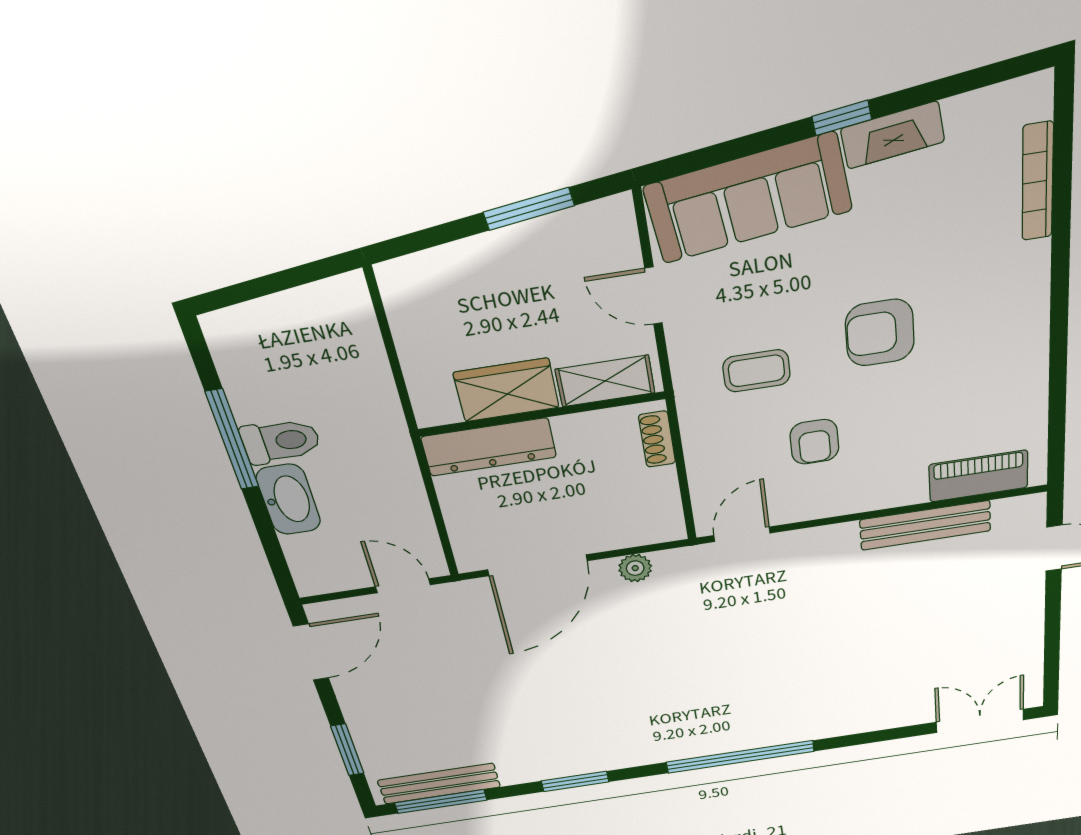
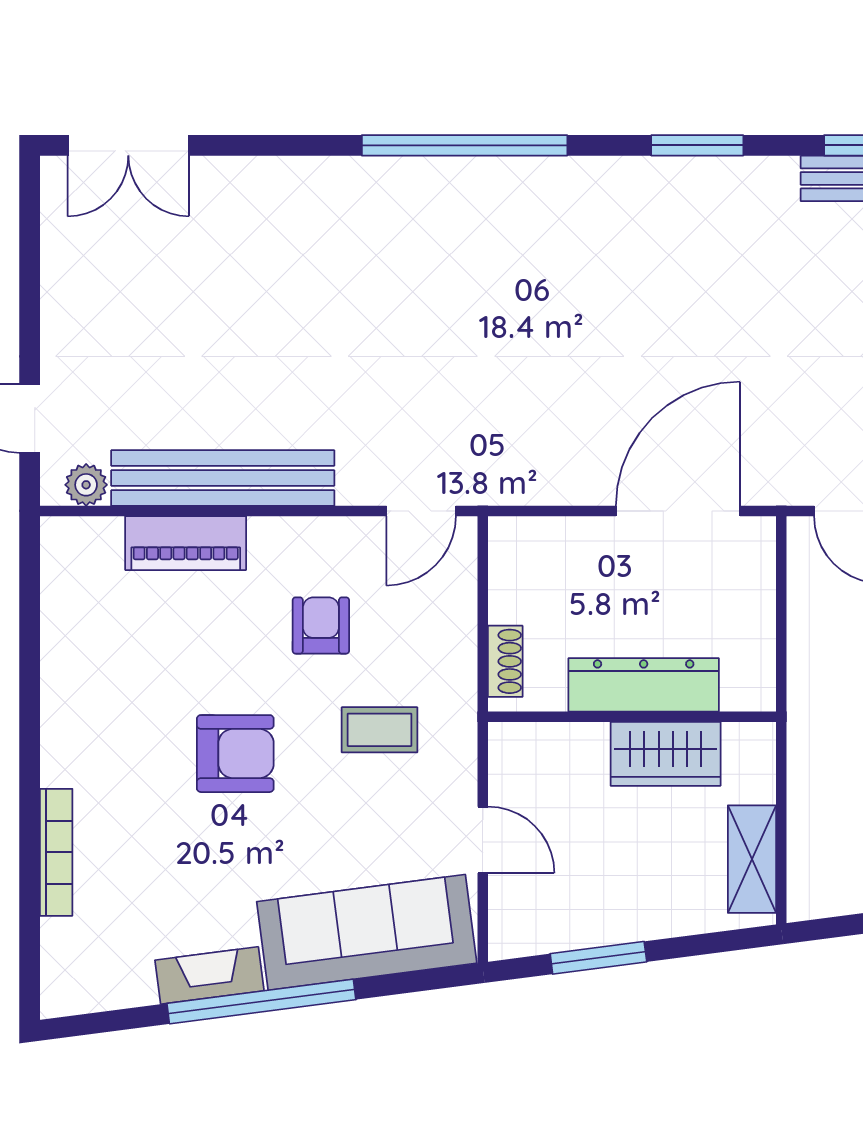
window: (842, 118) -> (261, 1002), width x3.17
bookcase: (1038, 182) -> (56, 852), moved
shelving: (605, 381) -> (752, 859), moved, turned 90
dresser: (489, 447) -> (644, 685), moved
piano: (978, 476) -> (186, 543), moved
bench: (925, 525) -> (223, 478), width x1.37, depth x1.21
plant: (635, 568) -> (86, 485), moved

